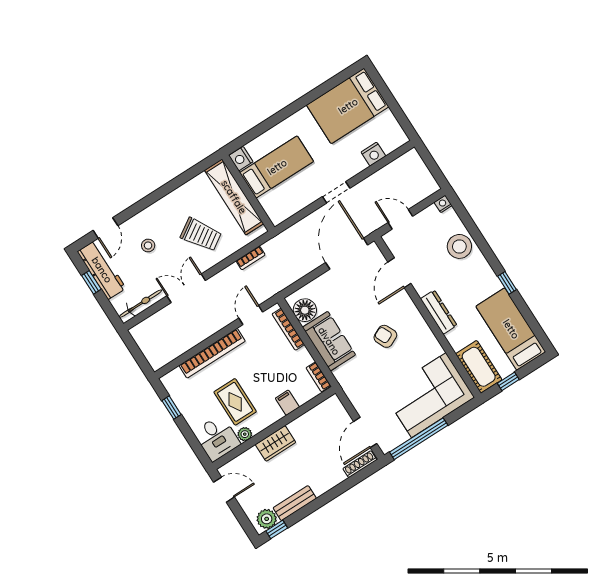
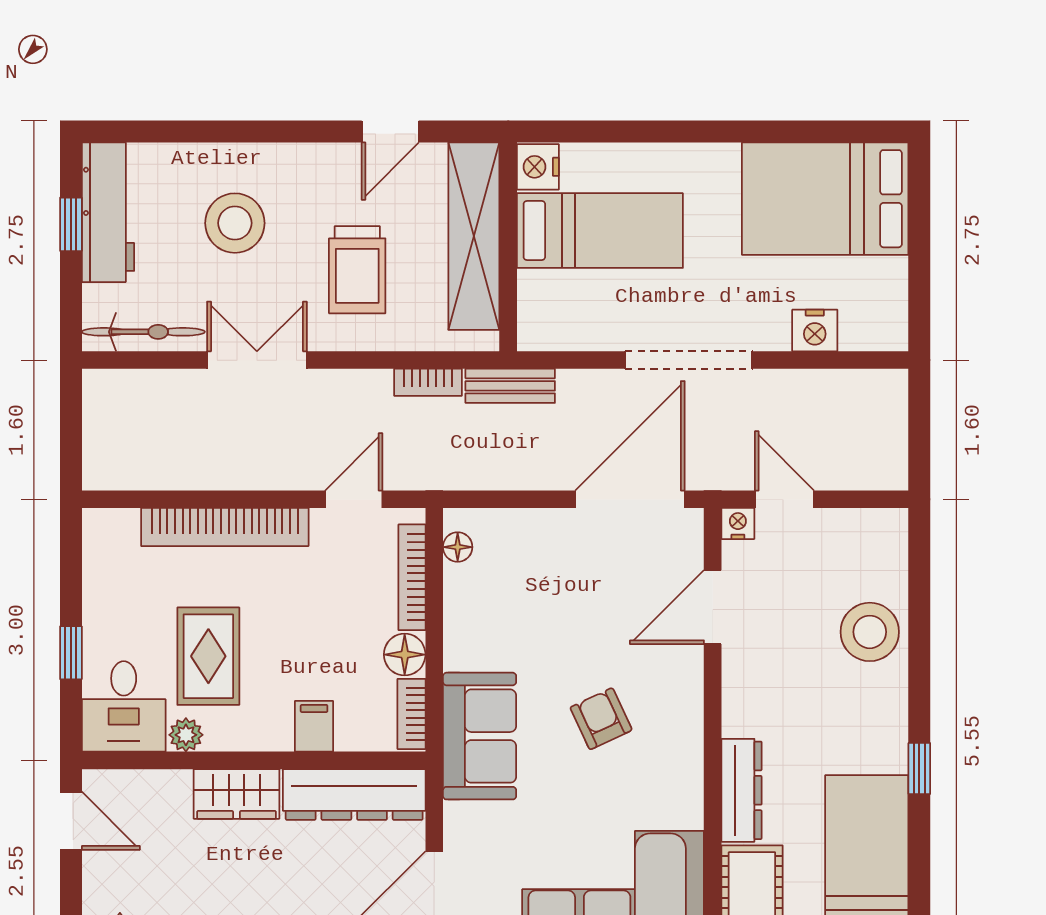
doorway: (336, 192) -> (689, 360), width x1.87
nightstand: (443, 204) -> (738, 524), moved
door: (105, 228) -> (390, 132), moved
trolley: (201, 235) -> (357, 270), turned 33
bench: (280, 241) -> (510, 386), added
stool: (148, 245) -> (235, 223), width x1.89, depth x1.89
floor lamp: (305, 310) -> (458, 547), width x0.53, depth x0.53
dresser: (439, 312) -> (742, 790), moved
sofa: (329, 341) -> (480, 736), moved
floor lamp: (303, 358) -> (405, 655), added
window: (172, 408) -> (71, 653), moved
dresser: (316, 417) -> (354, 794), added

